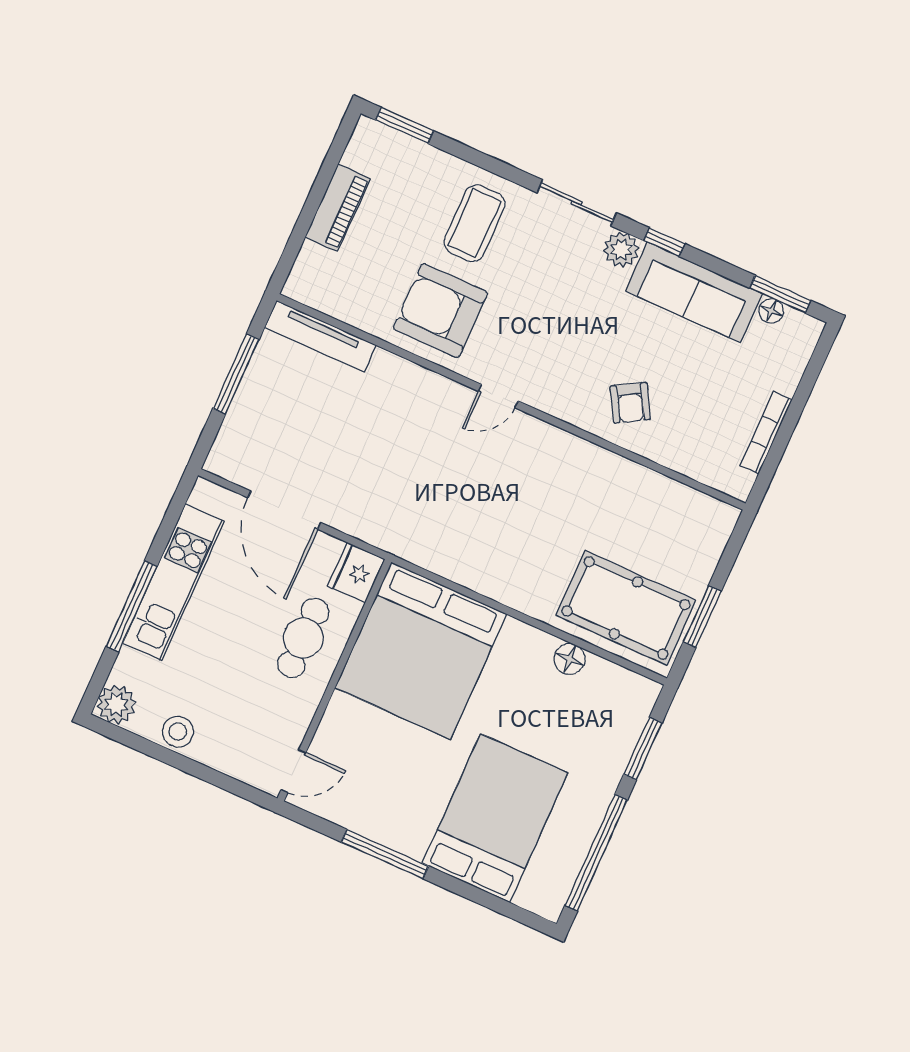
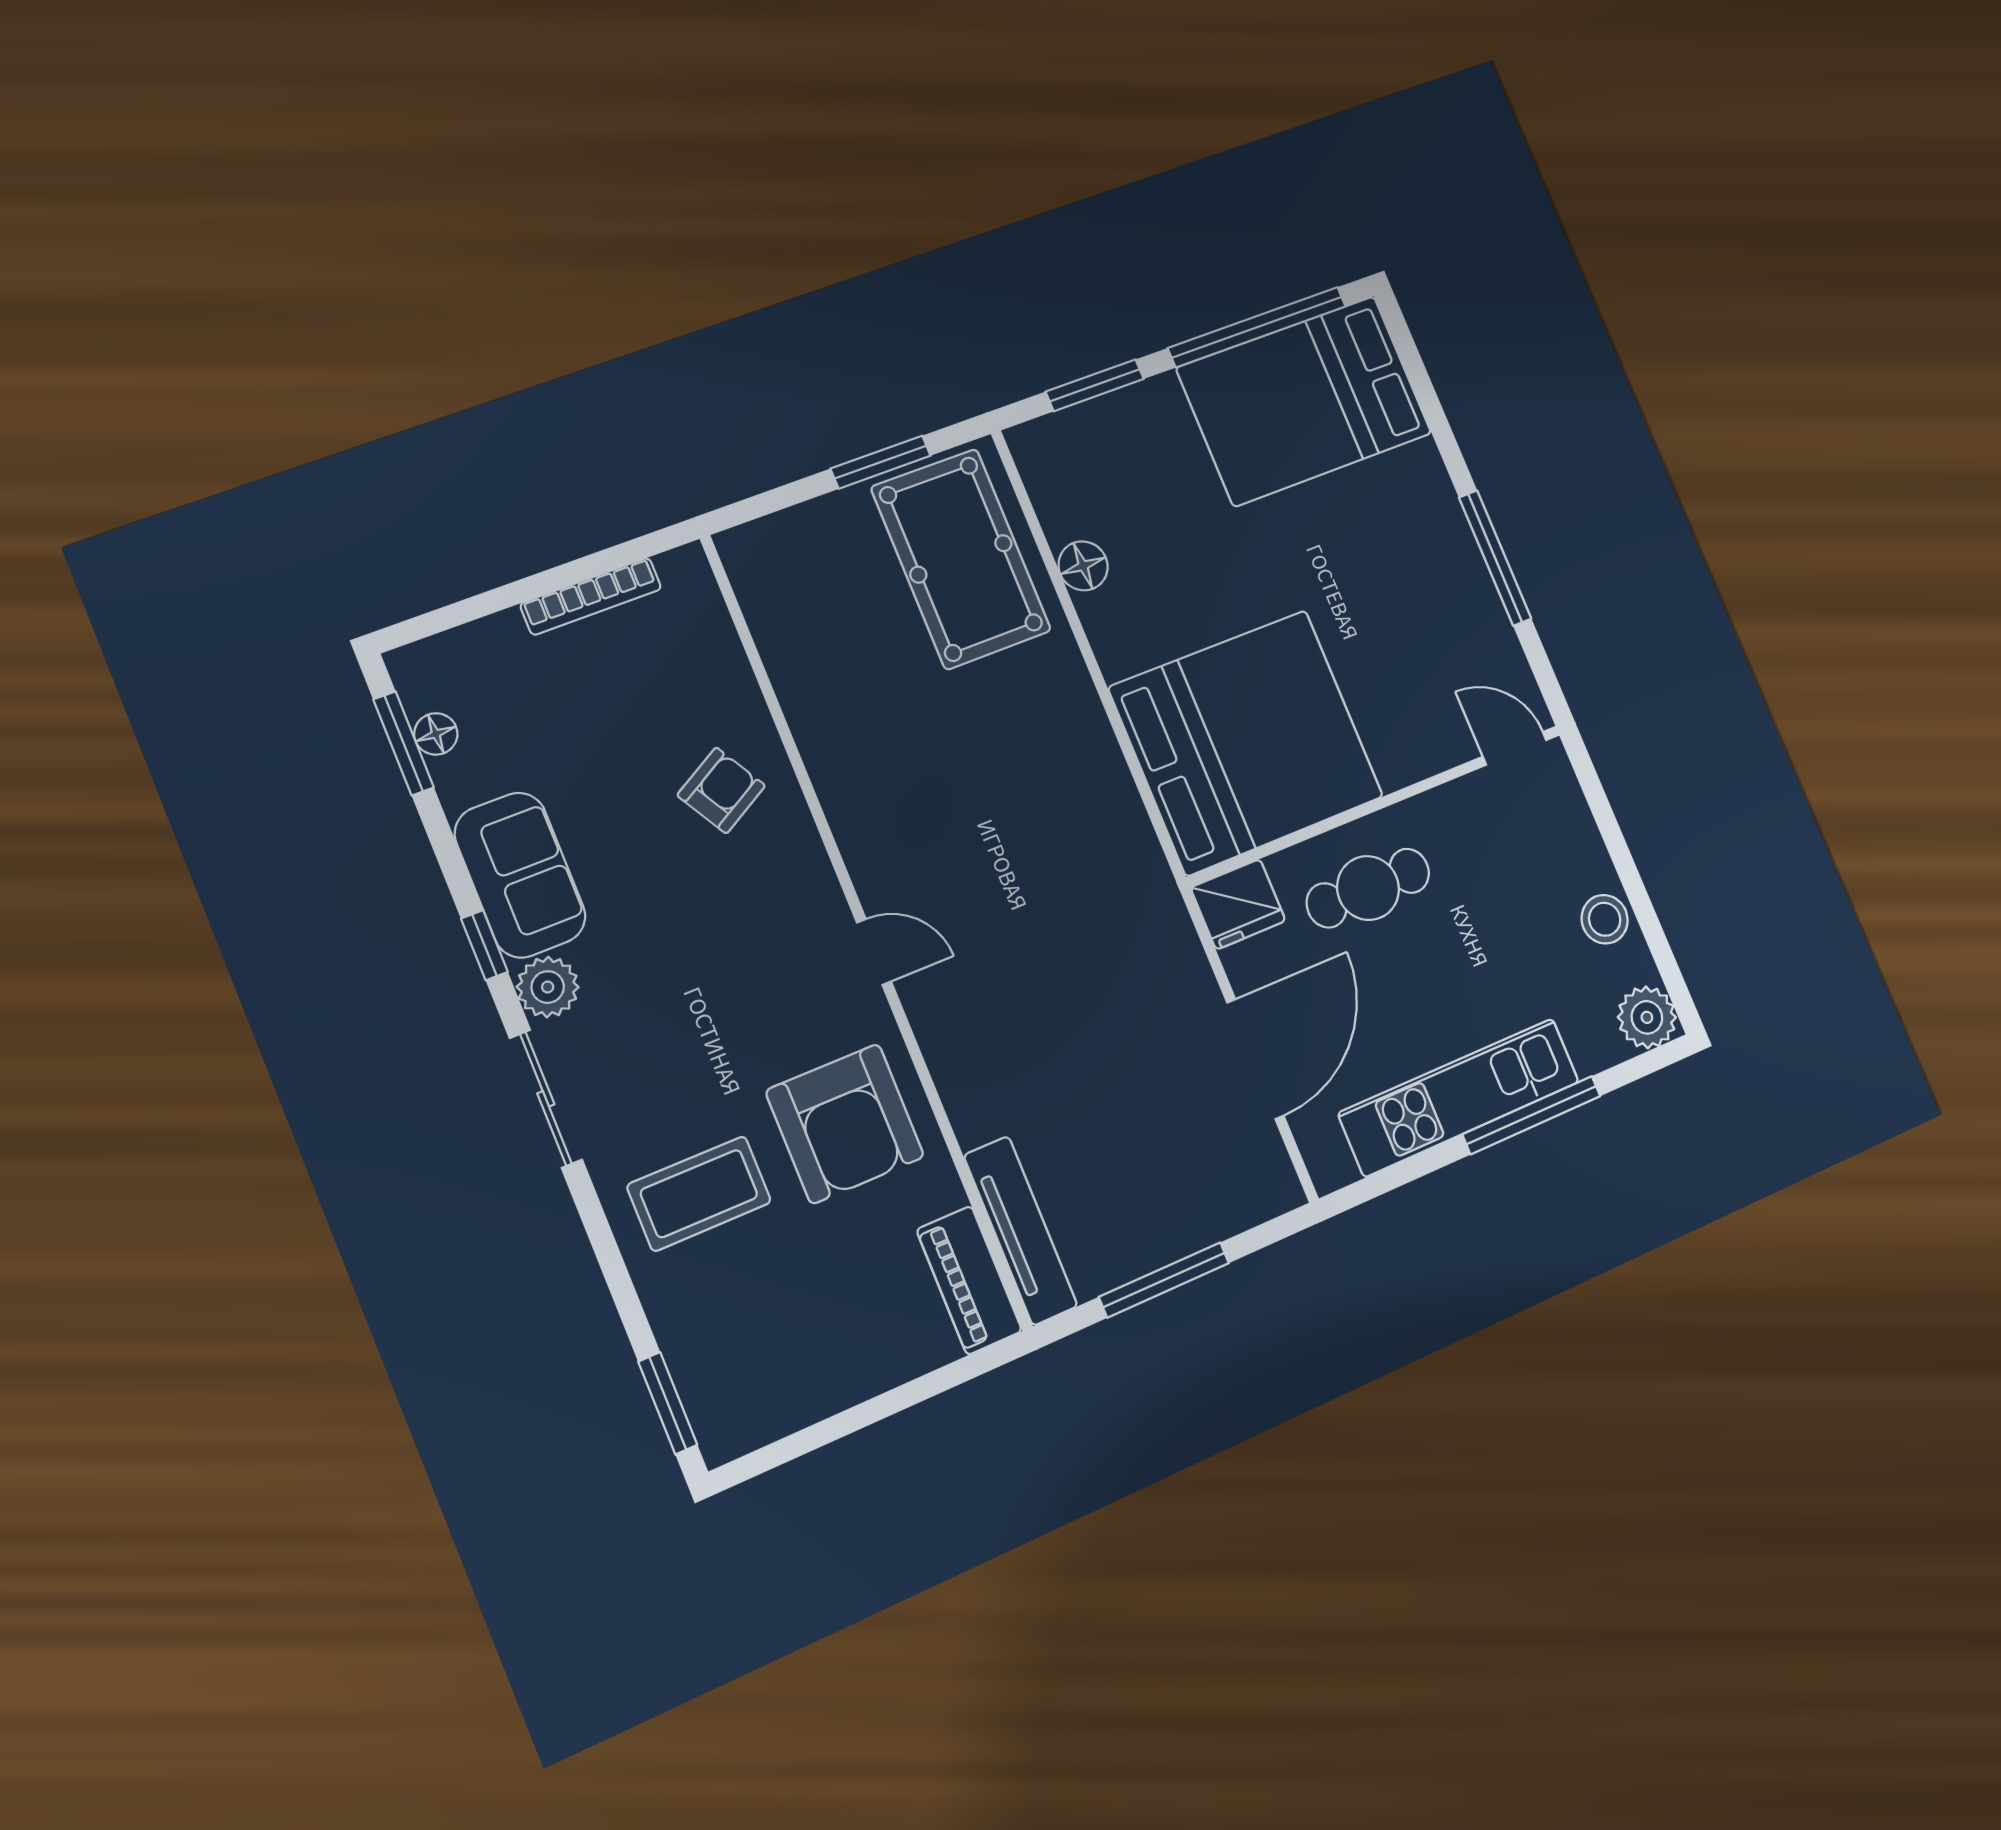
piano: (338, 208) -> (969, 1280), moved, turned -90
sofa: (694, 292) -> (520, 875), width x0.73
bed: (495, 818) -> (1304, 401), moved

